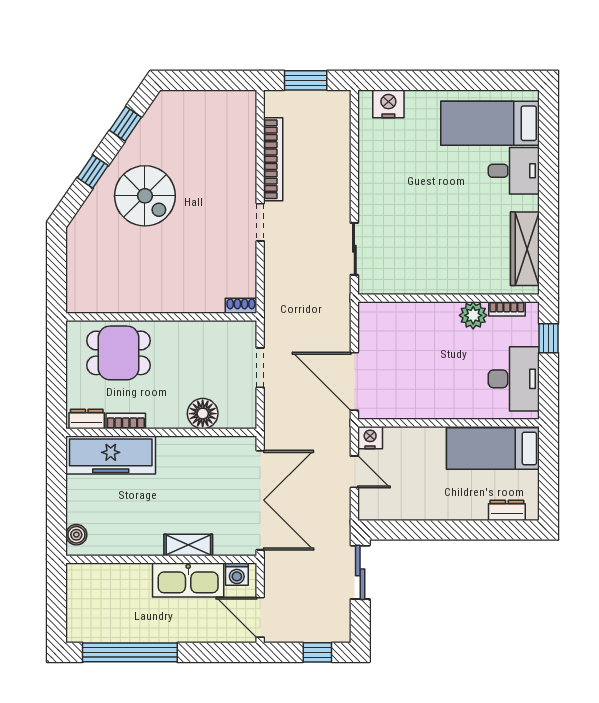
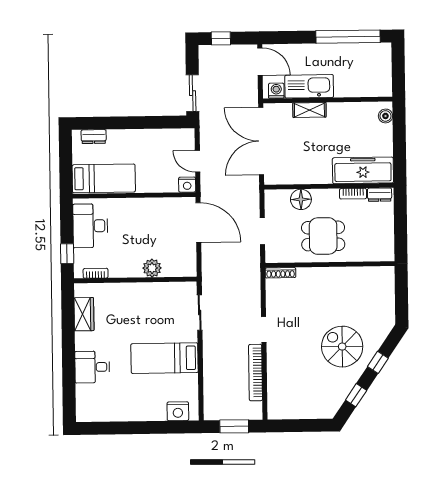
bed: (490, 123) -> (165, 358), moved, turned 180
wardrobe: (525, 249) -> (84, 314), width x0.67
shoe rack: (241, 306) -> (281, 273), width x1.43
plant: (473, 315) -> (152, 268), moved
dining table: (118, 353) -> (323, 236), moved

